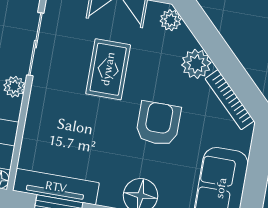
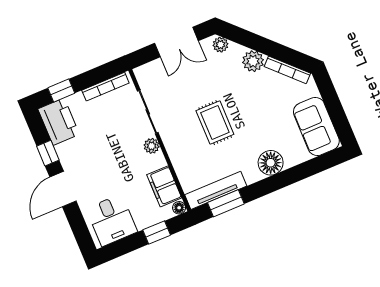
rug: (108, 69) -> (215, 122), moved
armchair: (158, 123) -> (253, 112), removed

